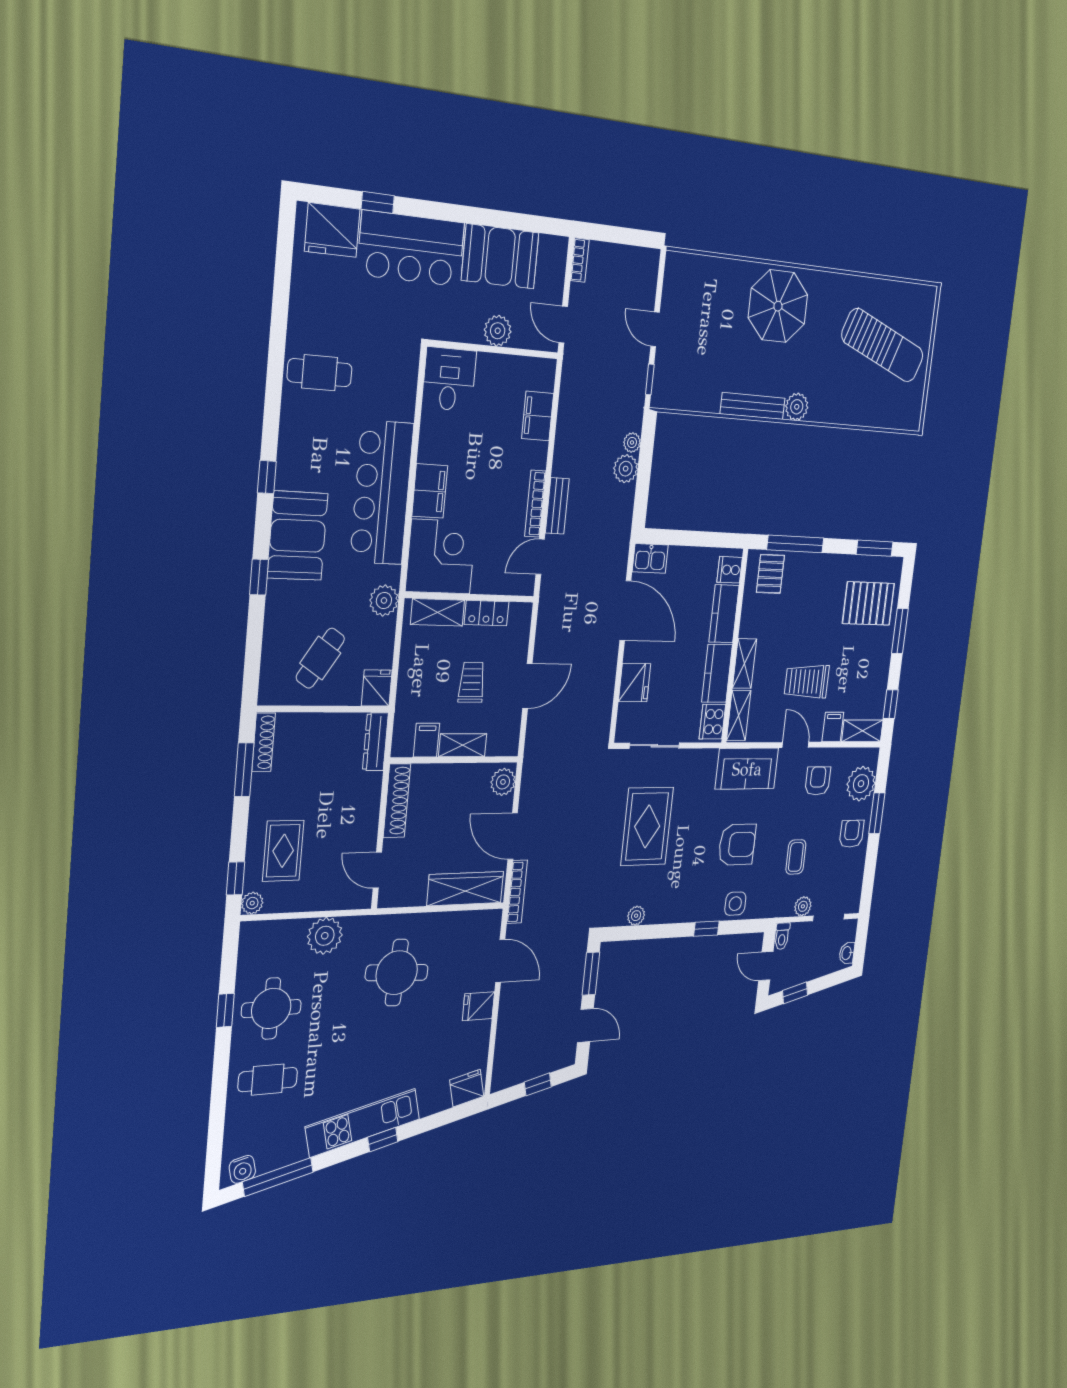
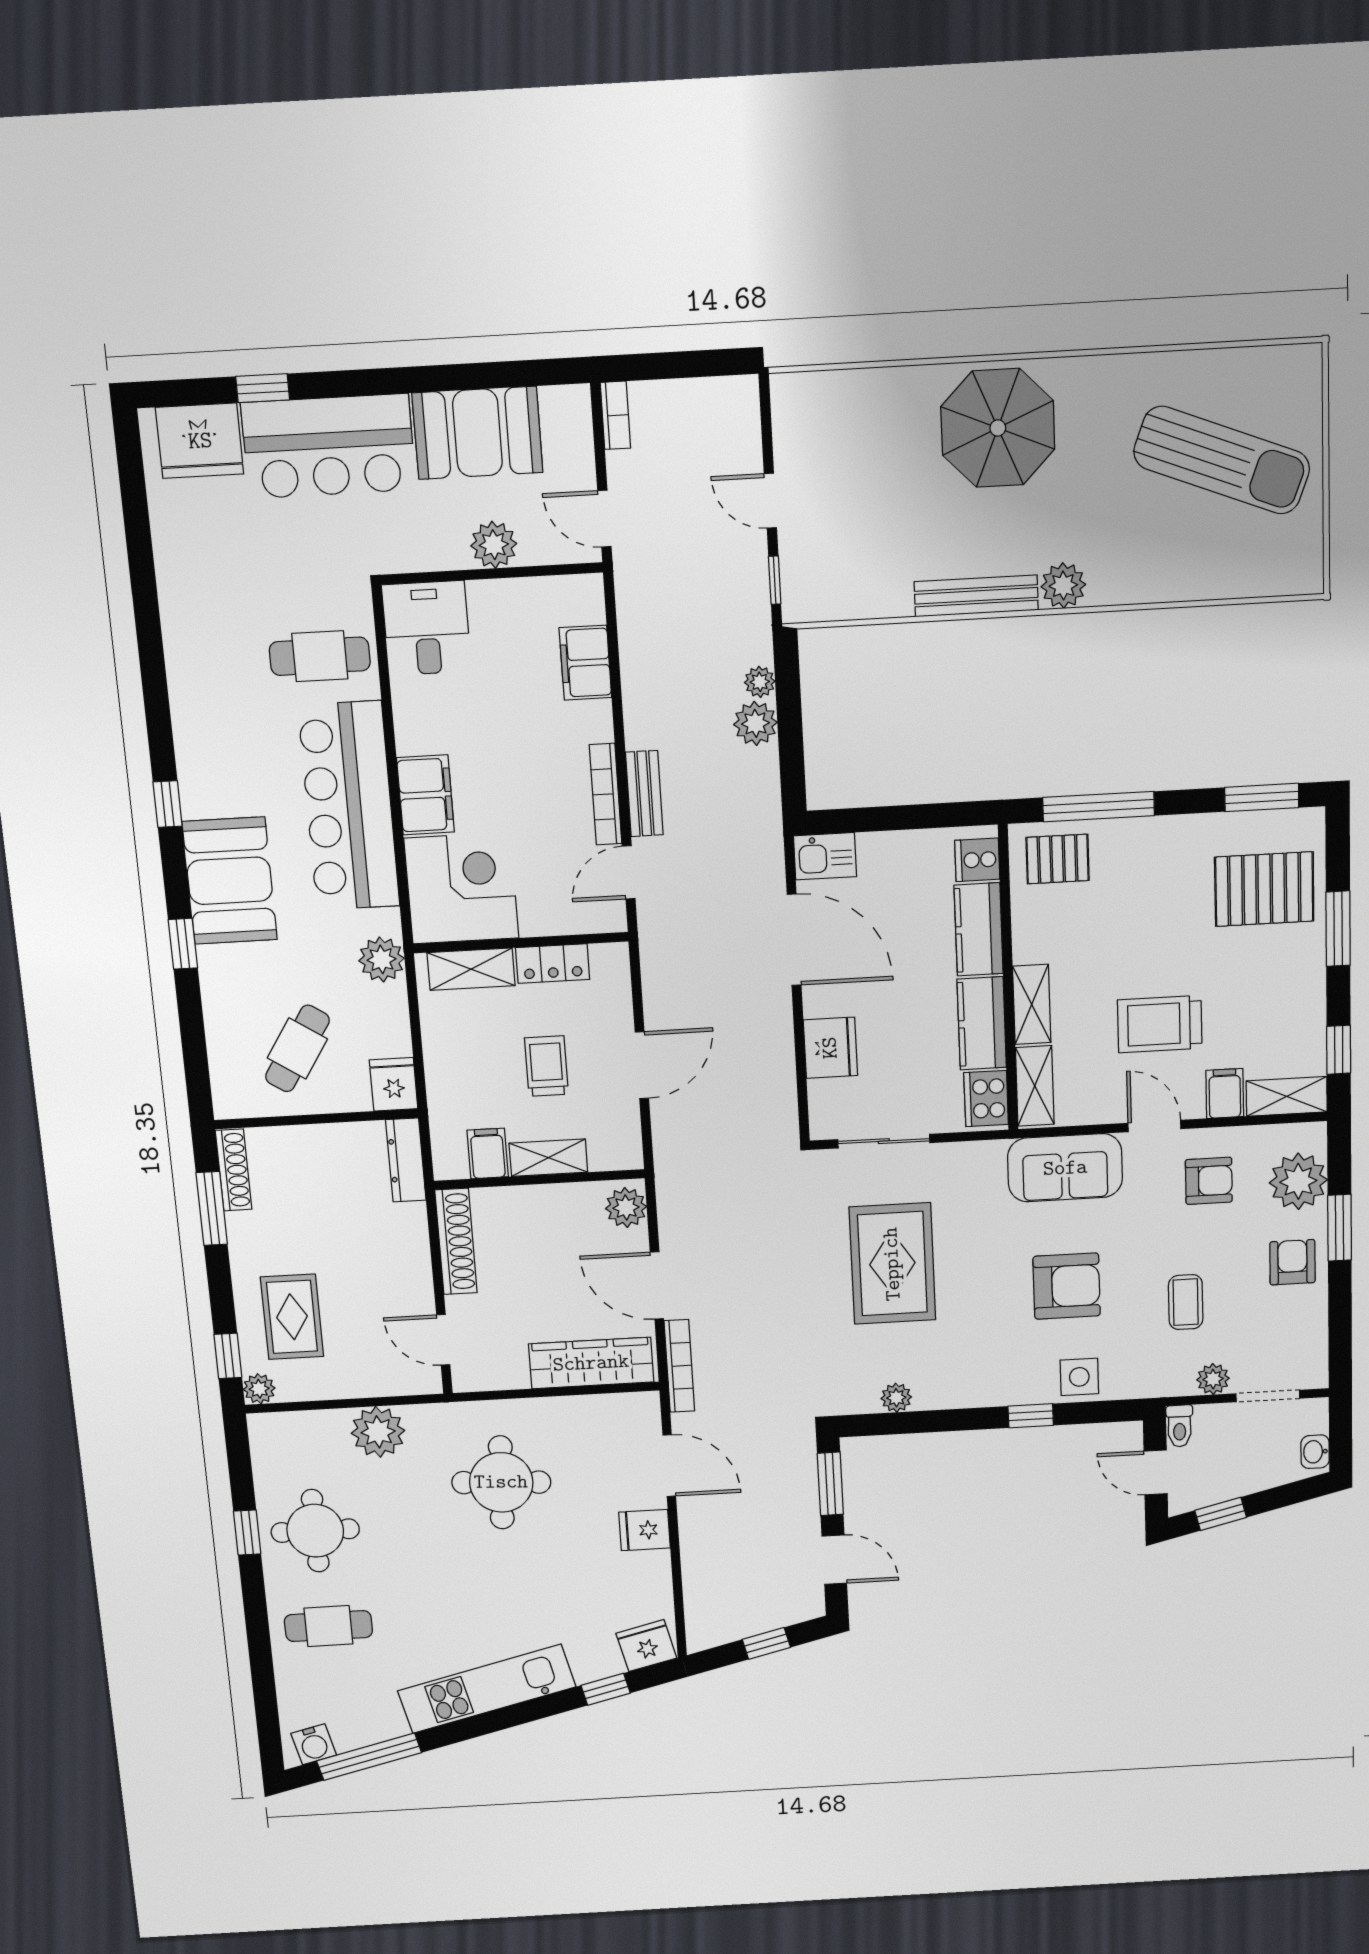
cafe table: (320, 373) -> (320, 656), moved
pallet: (770, 574) -> (1058, 859), turned 90
armchair: (818, 781) -> (1209, 1181), turned 90
window: (383, 1140) -> (606, 1689), moved

